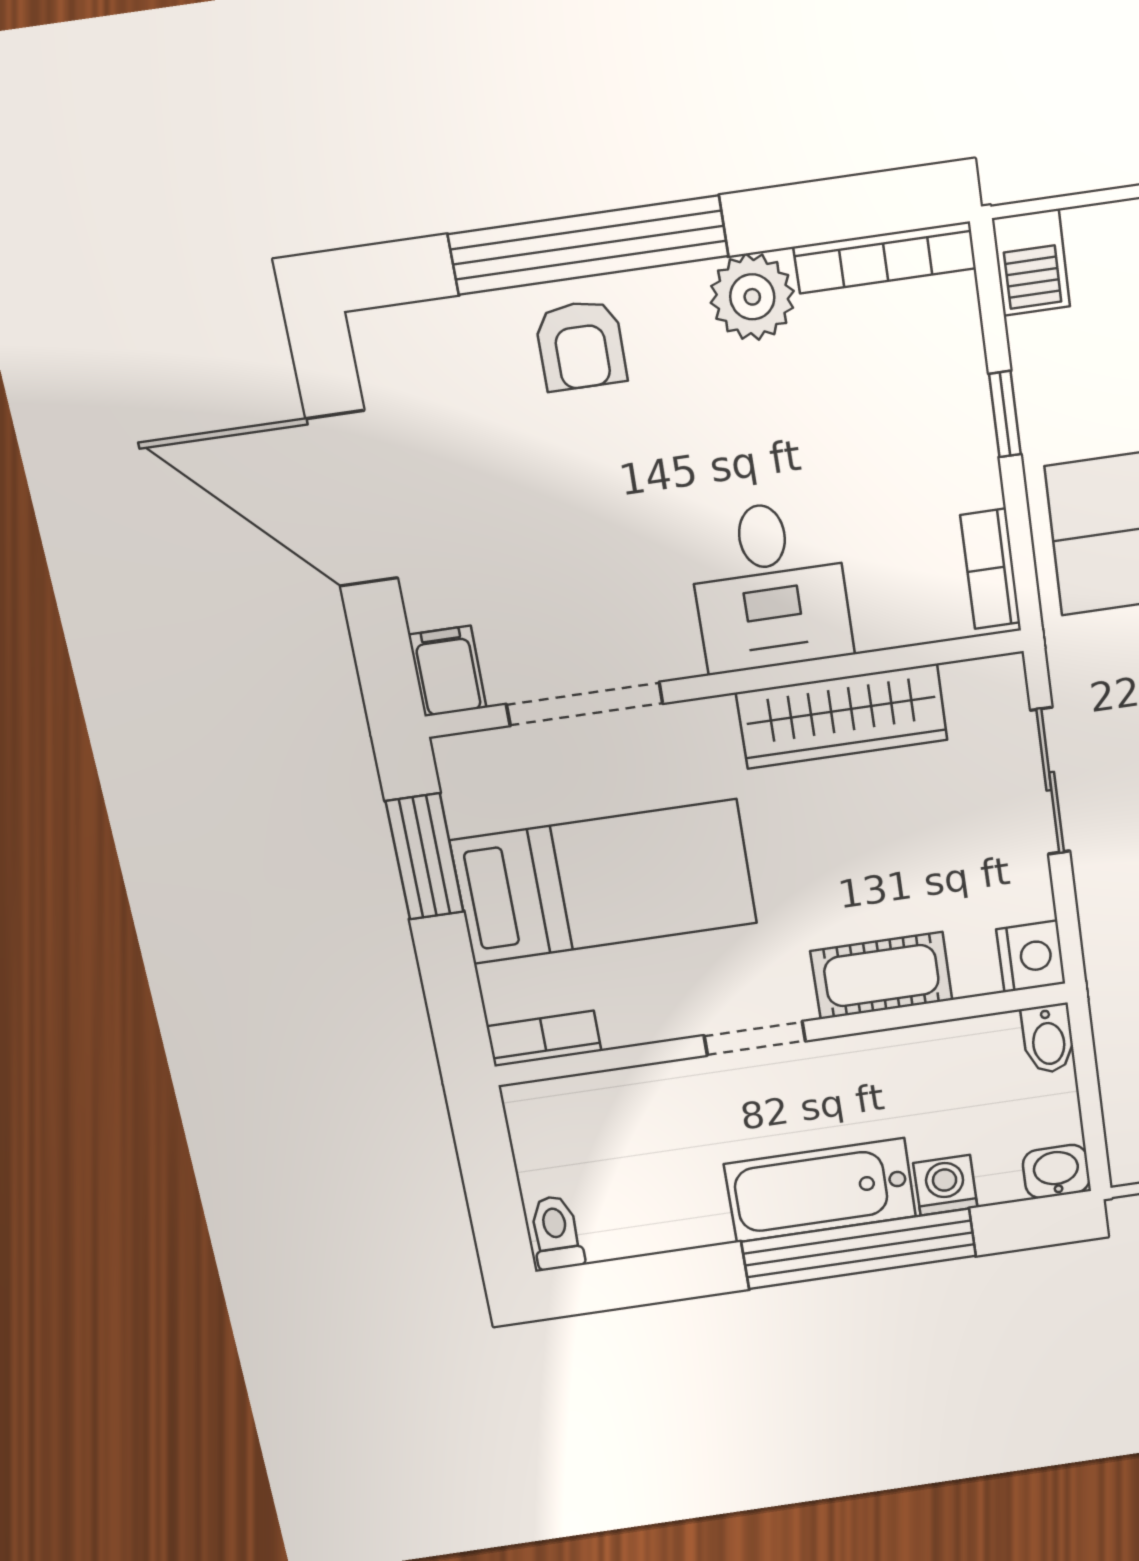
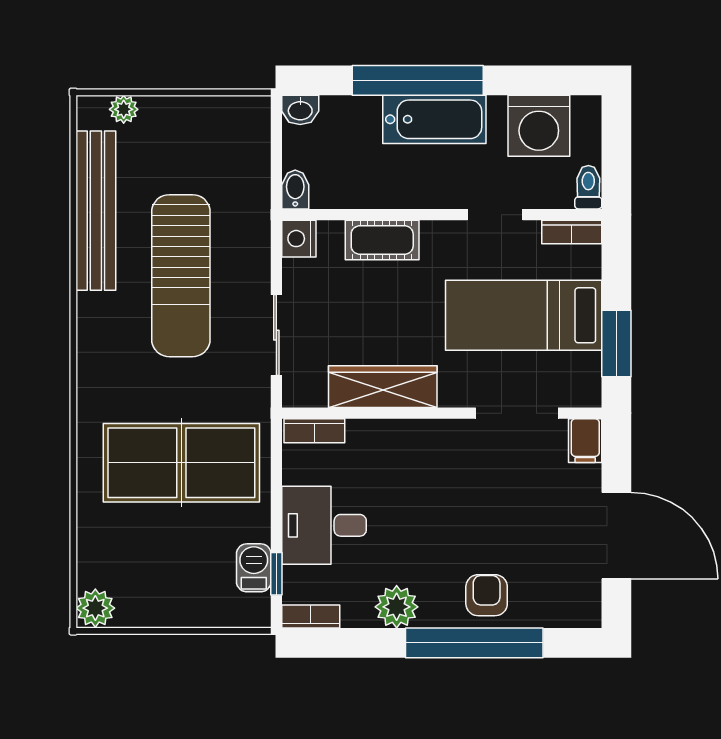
bookcase: (885, 258) -> (311, 617), width x0.64
barbecue: (1031, 262) -> (254, 568), moved
window: (1005, 414) -> (276, 574), moved
bookcase: (990, 569) -> (314, 431), moved, turned 90
desk: (770, 586) -> (324, 525), moved, turned -90
doorway: (755, 1038) -> (495, 215), moved
washing machine: (945, 1185) -> (539, 126), moved, width x1.89, depth x1.89
toilet: (556, 1233) -> (588, 187), moved, turned 180

